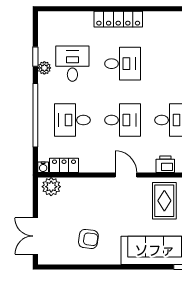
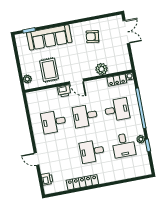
locker: (118, 19) -> (82, 182), moved
printer: (165, 164) -> (64, 91), moved
plant: (51, 187) -> (102, 69), moved

